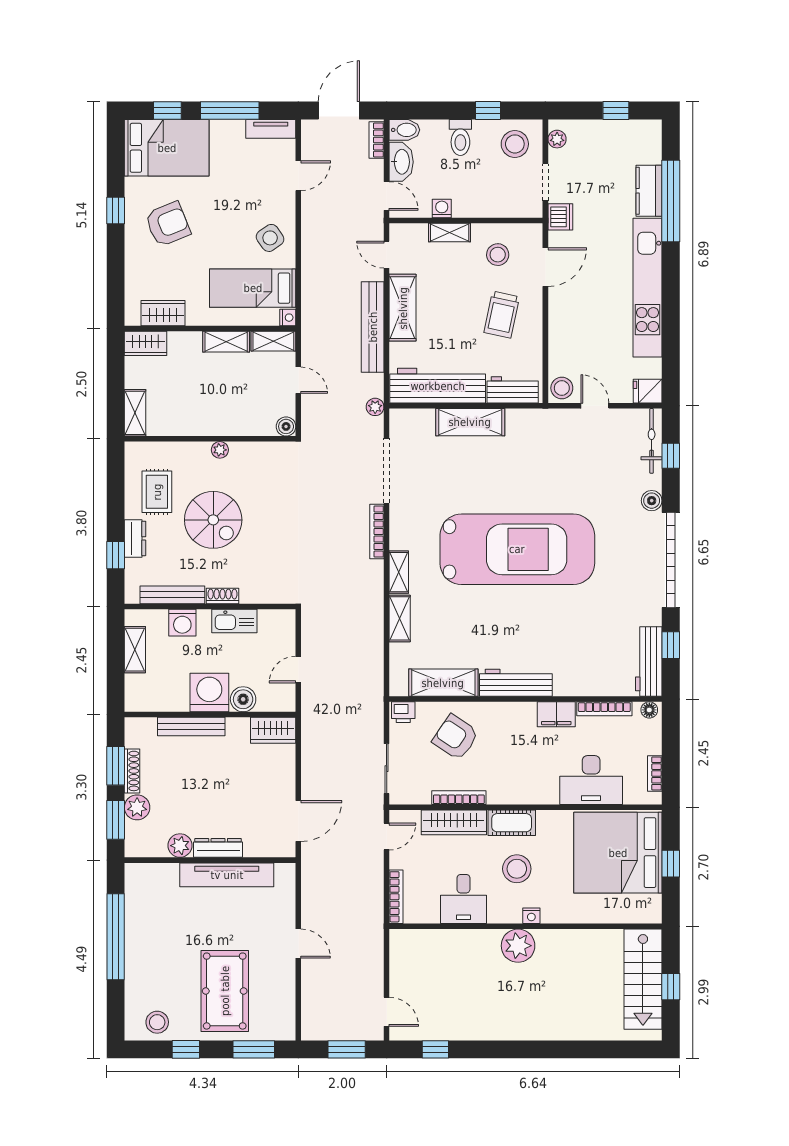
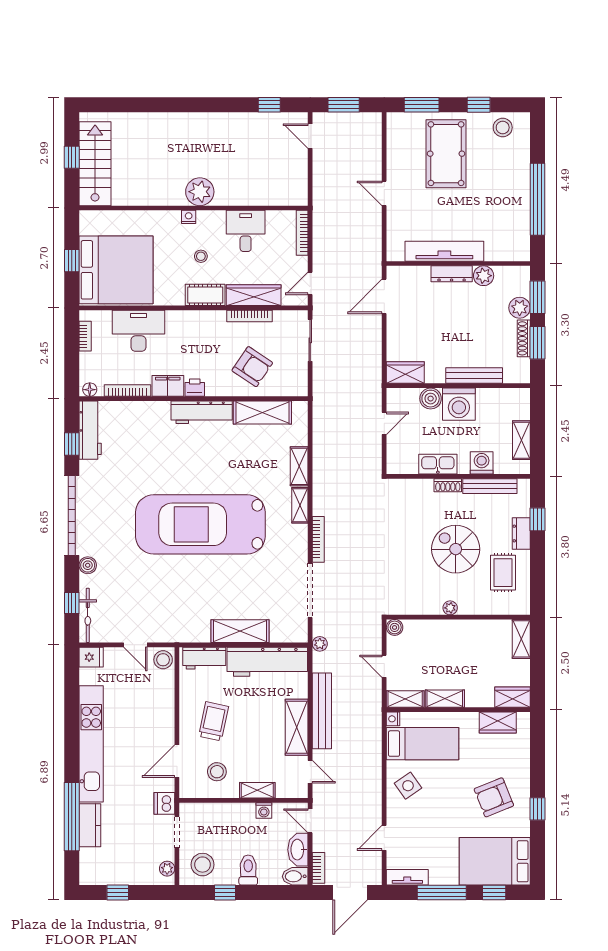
printer: (403, 712) -> (195, 388), moved
stool: (517, 869) -> (201, 256), width x0.53, depth x0.53

